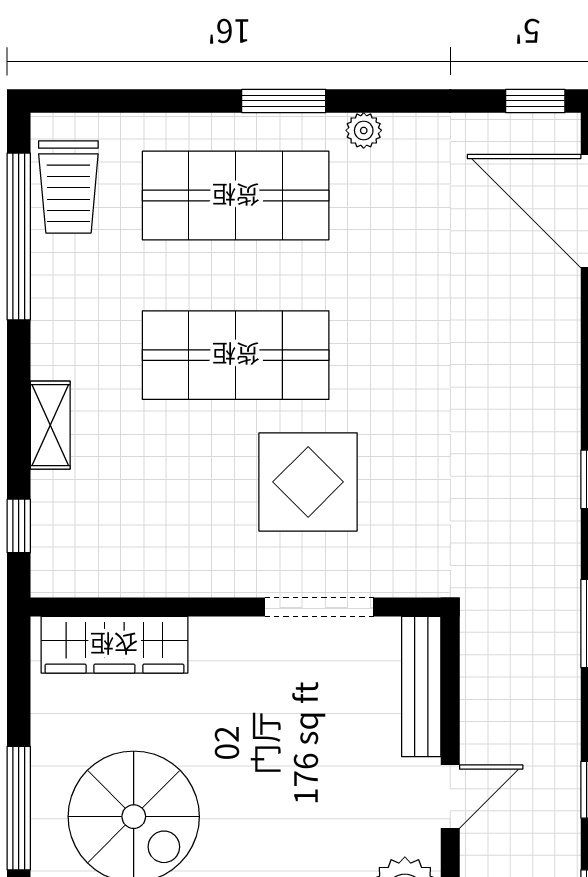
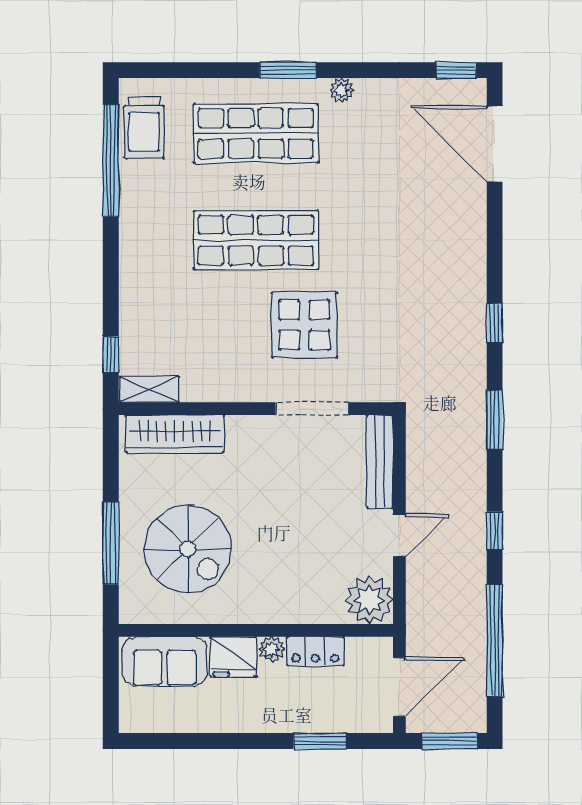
shelving: (50, 425) -> (149, 389), moved, turned 90

